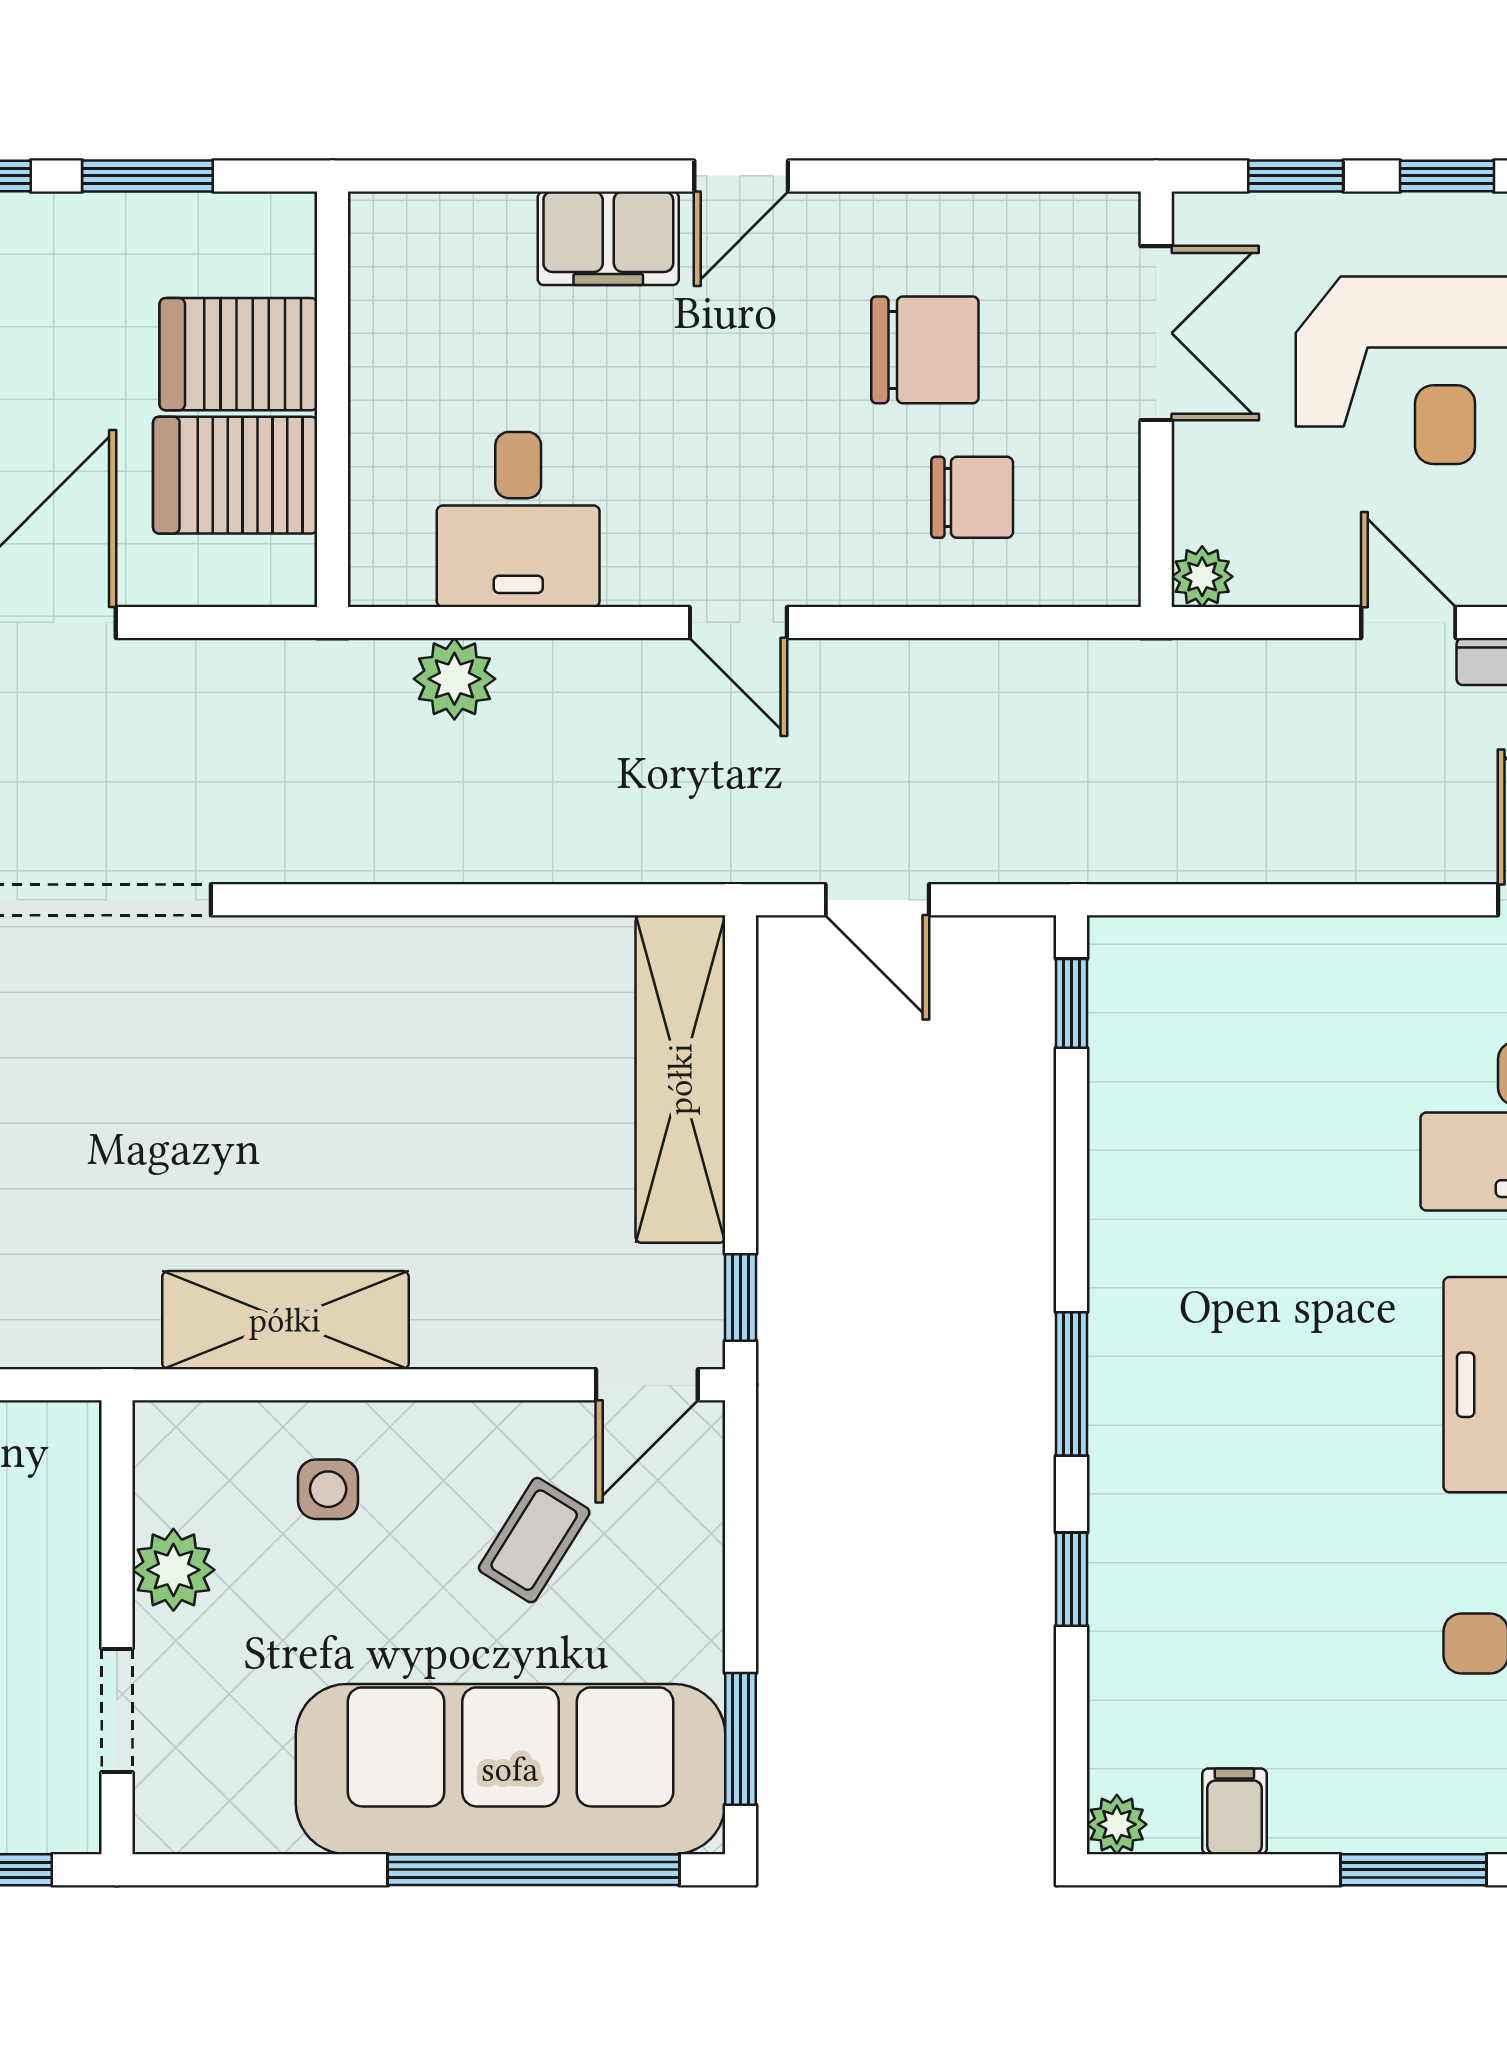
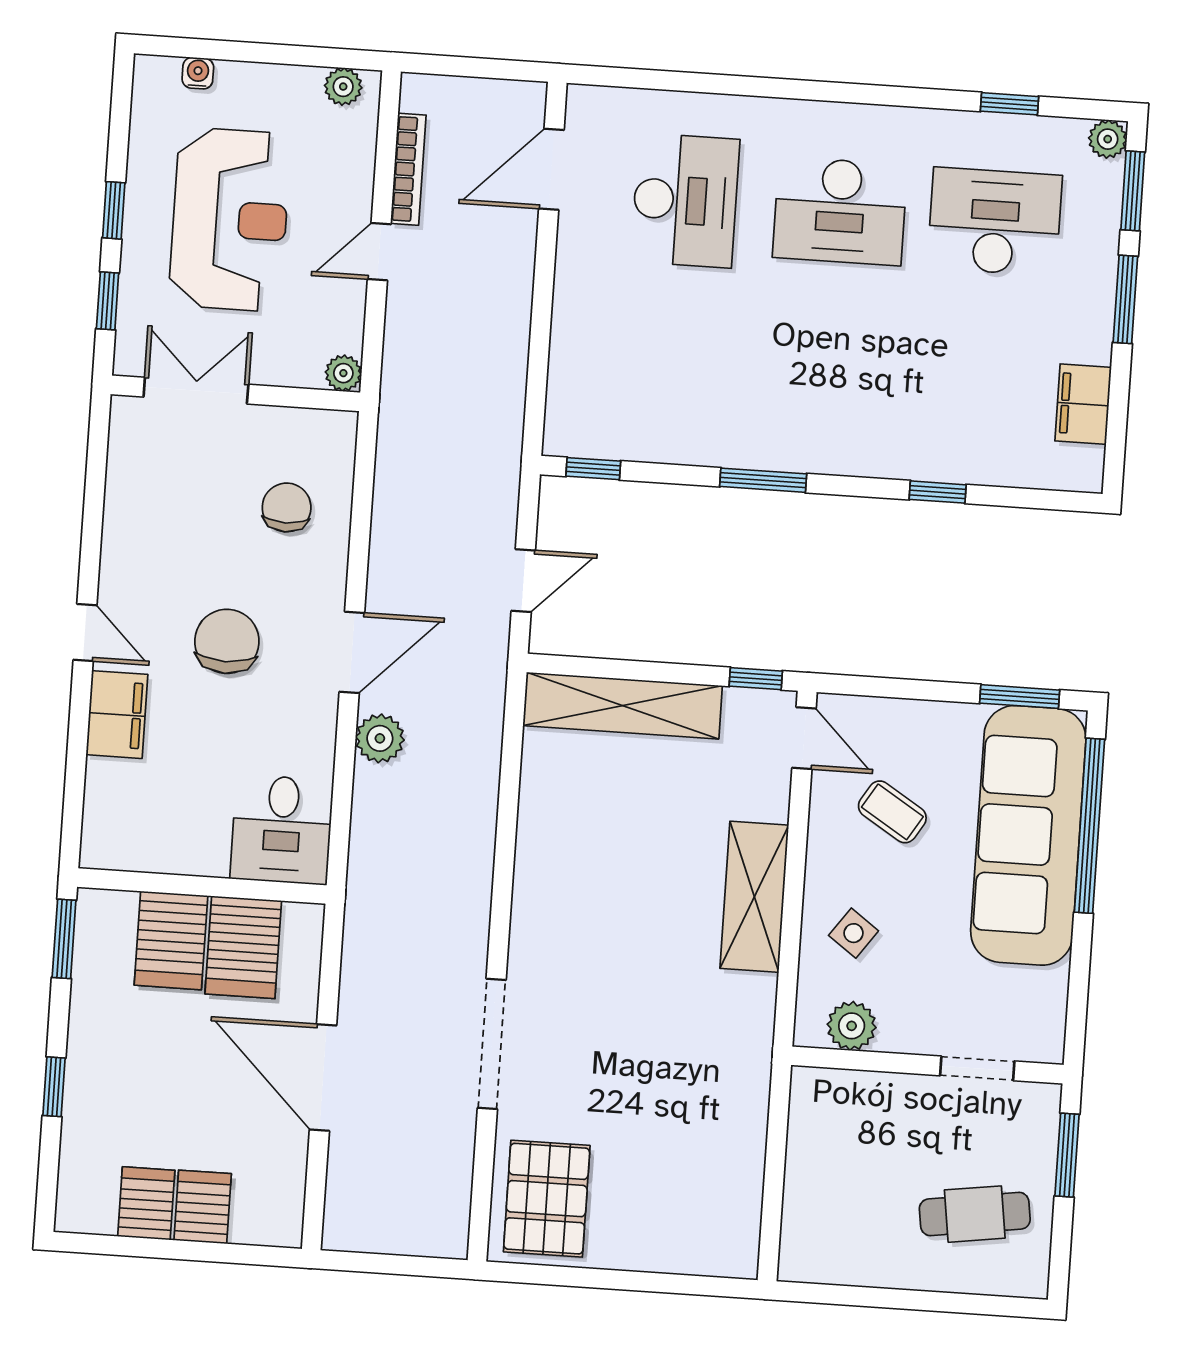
window: (148, 176) -> (64, 939), moved
chair: (925, 350) -> (227, 641), moved
desk: (518, 519) -> (282, 830), moved, turned 90
door: (738, 622) -> (352, 652), width x1.38
plant: (454, 679) -> (380, 738), moved
shelving: (285, 1320) -> (754, 897), moved
window: (1072, 1384) -> (763, 480), moved
side table: (328, 1489) -> (854, 933), turned 36
plant: (173, 1570) -> (852, 1026), moved
filing cabinet: (1234, 1811) -> (1083, 404), width x2.00
plant: (1117, 1824) -> (1086, 475), removed

